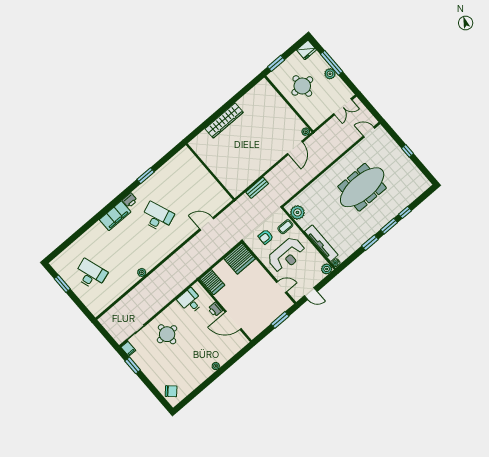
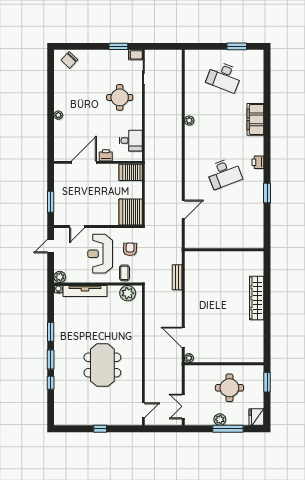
meeting table: (362, 187) -> (102, 365), width x0.73
filing cabinet: (115, 216) -> (255, 119), moved
desk: (91, 274) -> (224, 77), turned 39

